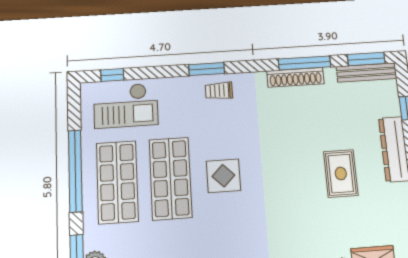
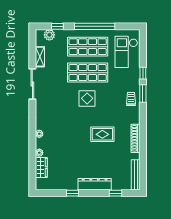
window: (366, 59) -> (143, 176), removed
window: (304, 63) -> (143, 144), removed
window: (112, 75) -> (143, 73), moved
rug: (341, 173) -> (102, 134), moved

